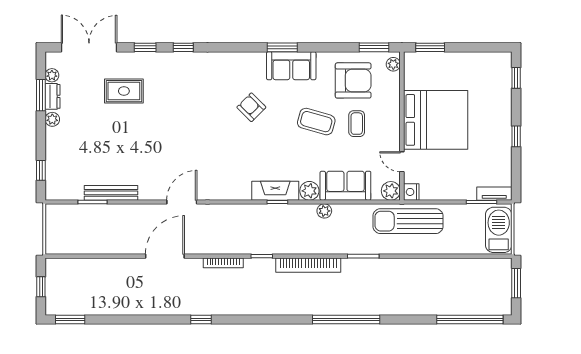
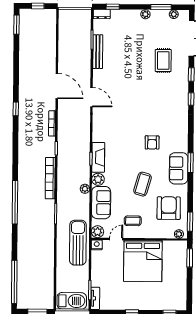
armchair: (353, 80) -> (169, 208), turned 180
dresser: (53, 96) -> (102, 14), moved
armchair: (251, 107) -> (152, 142), turned 135
coffee table: (357, 124) -> (133, 221), moved

